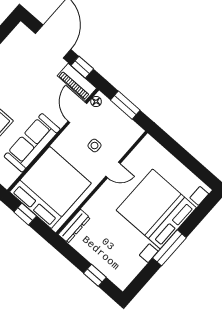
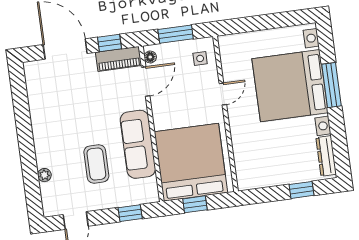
door: (77, 112) -> (146, 82), swing flipped
side table: (95, 146) -> (200, 58), moved
dresser: (74, 226) -> (326, 156), moved, turned 180
window: (169, 248) -> (332, 85), moved

